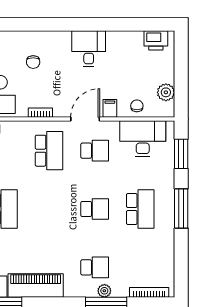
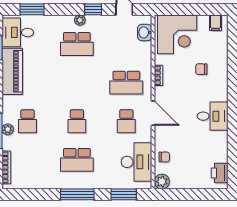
plant: (166, 92) -> (162, 182), moved
filing cabinet: (110, 108) -> (162, 134), removed

